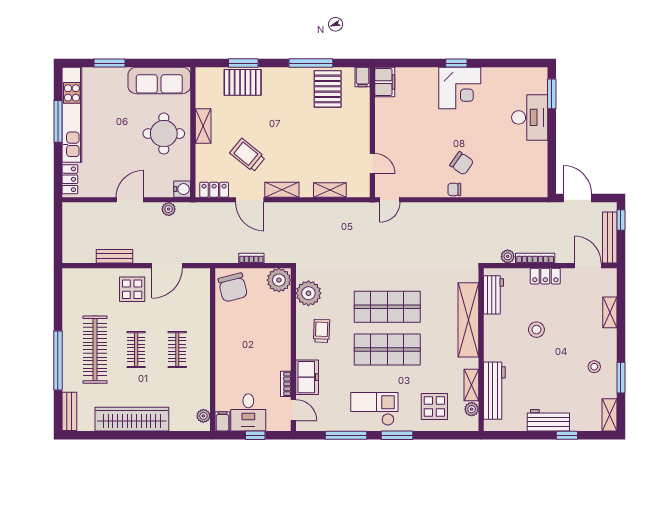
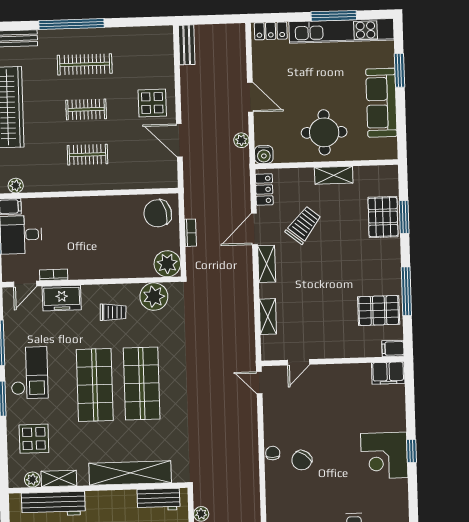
sofa: (159, 80) -> (381, 103), moved
bench: (115, 256) -> (187, 45), moved
clothes rail: (95, 350) -> (85, 64), width x0.73, depth x0.76

